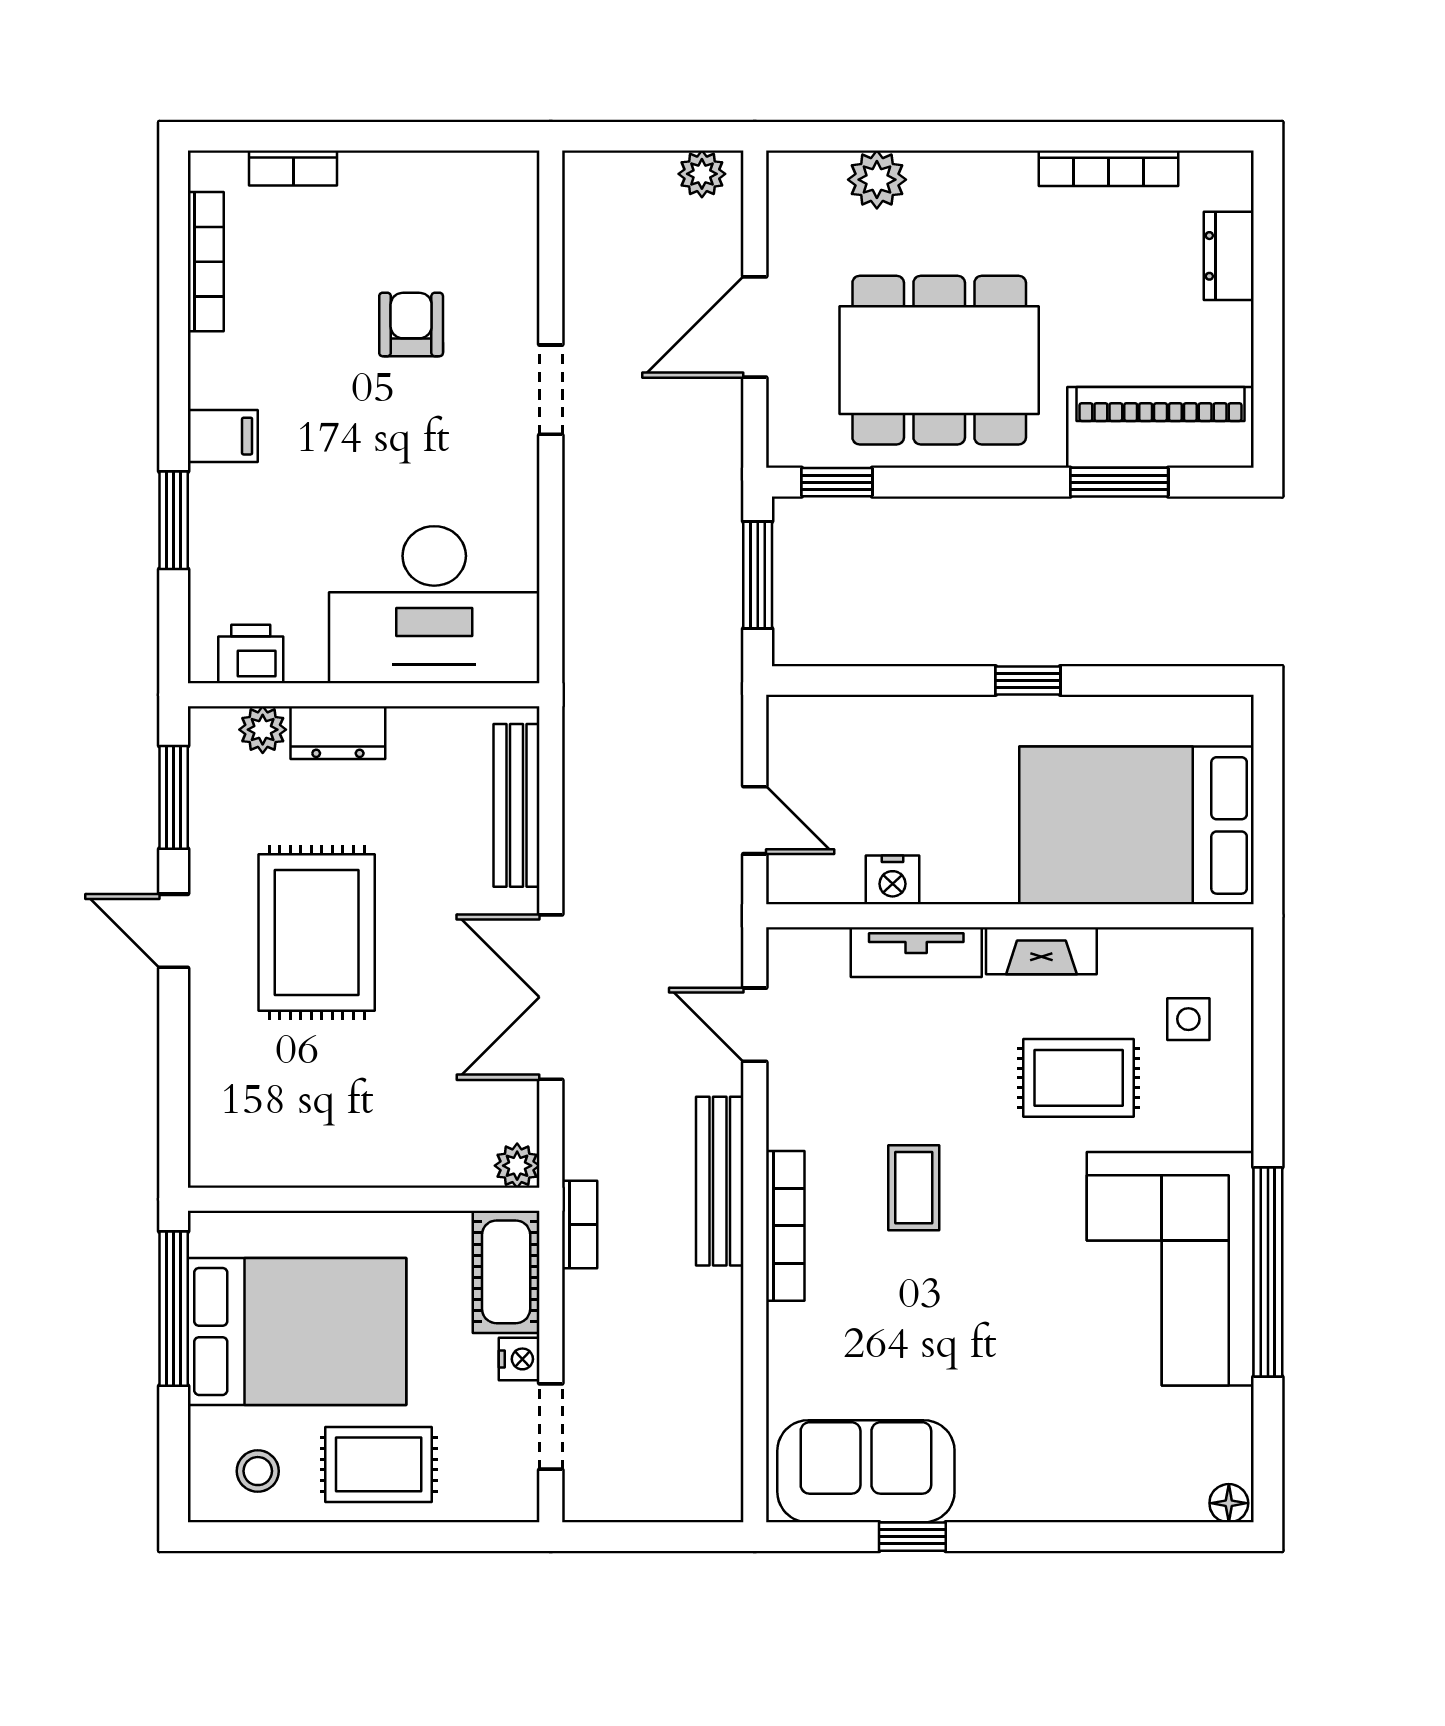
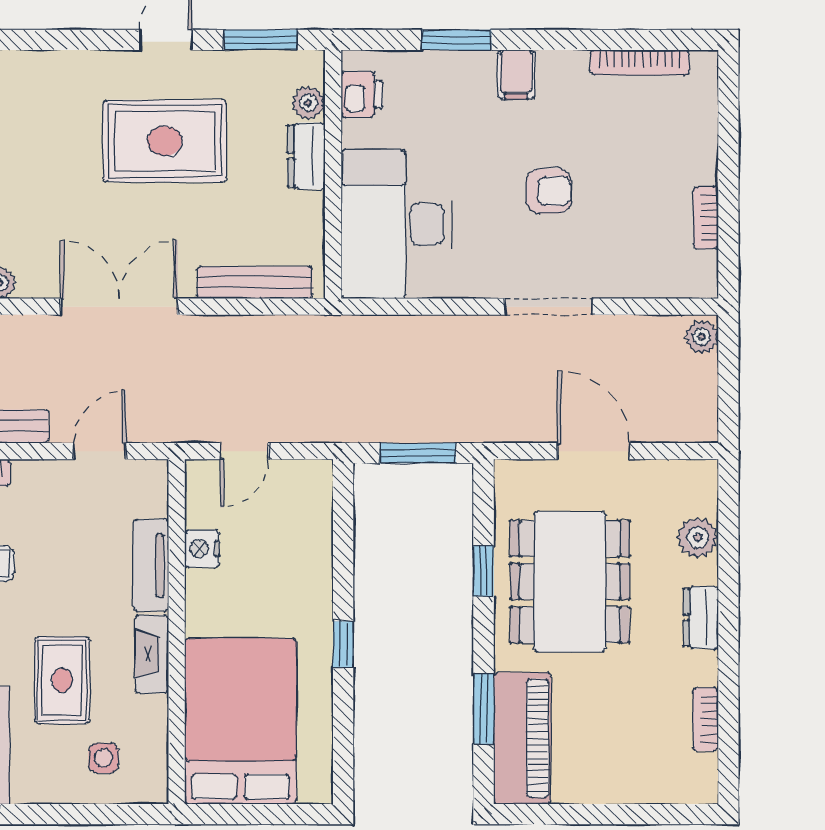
bookcase: (293, 168) -> (706, 218), moved
bookcase: (1109, 168) -> (706, 719), width x0.64
plant: (702, 174) -> (702, 337), moved
dresser: (1229, 256) -> (701, 618), moved, turned -90
armchair: (411, 324) -> (549, 191), moved
doorway: (551, 390) -> (549, 307), width x1.38
window: (837, 482) -> (484, 571), moved

